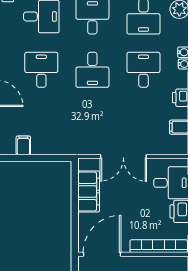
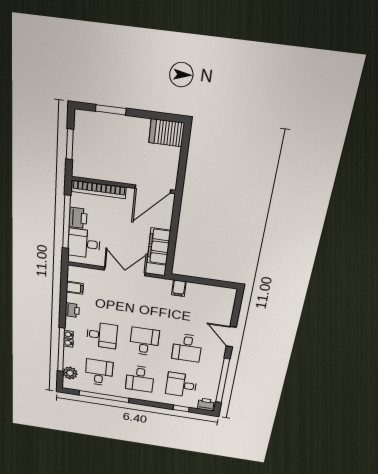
desk: (143, 70) -> (102, 335), turned -90
filing cabinet: (23, 145) -> (179, 288), moved

